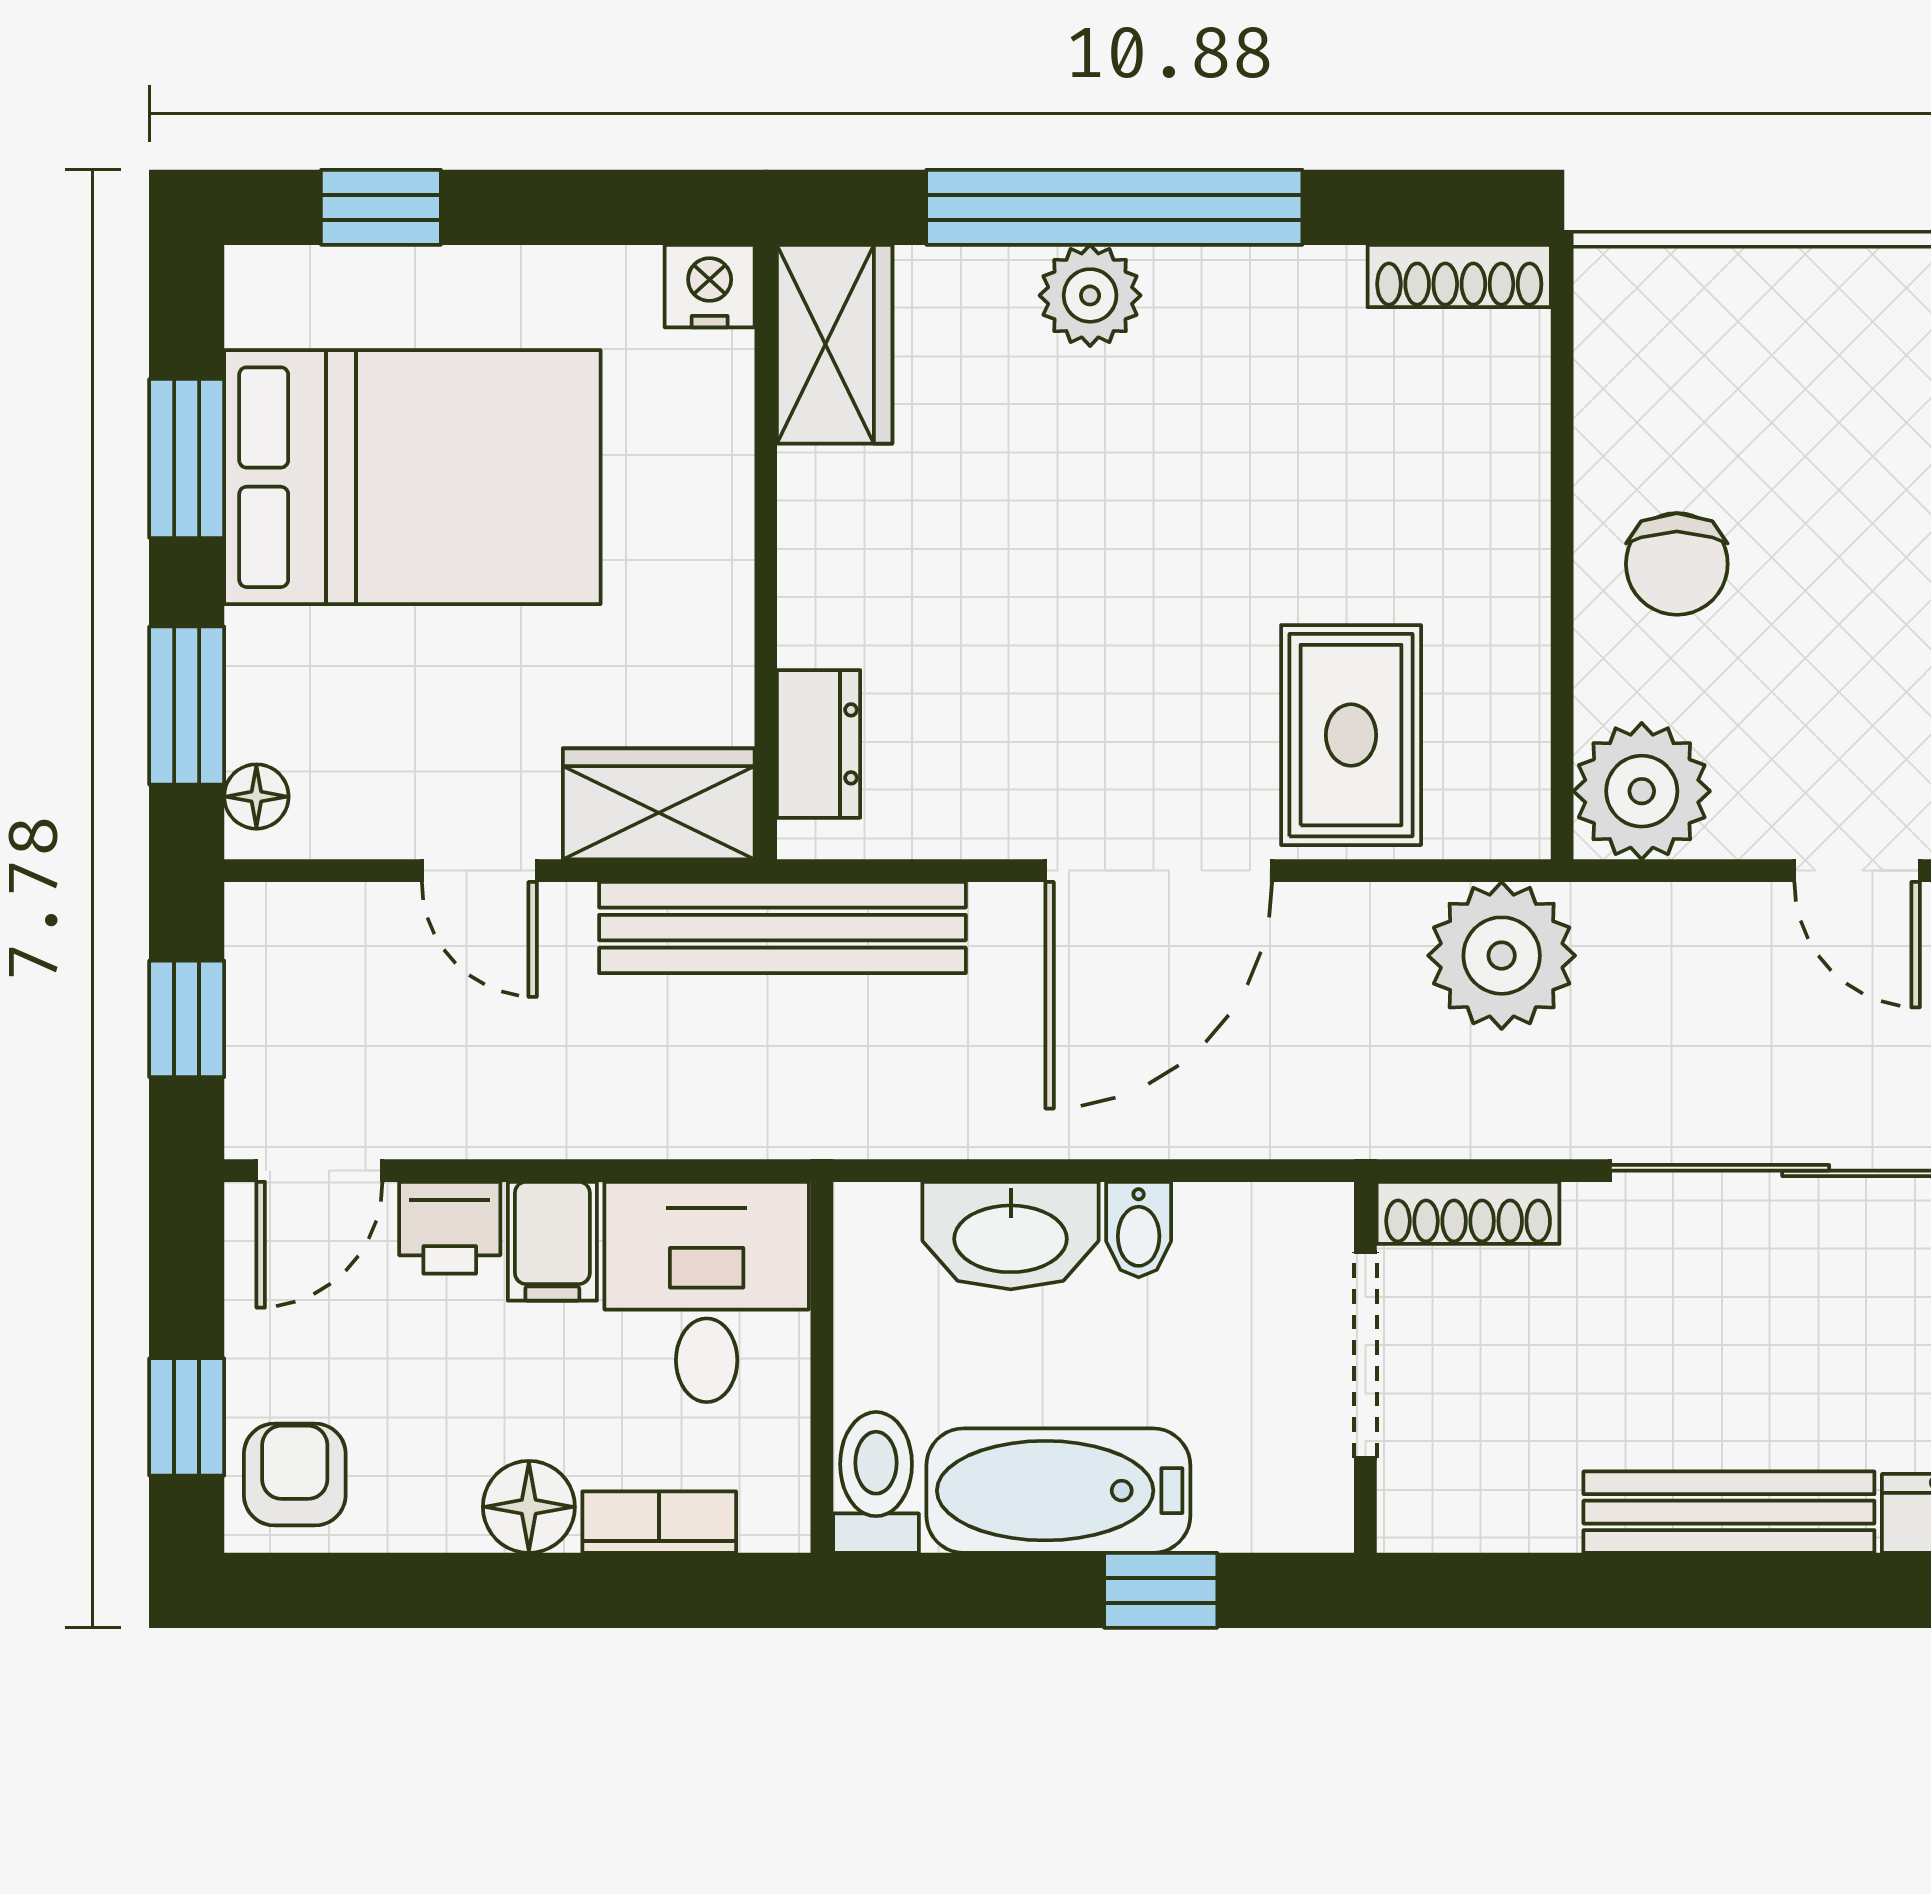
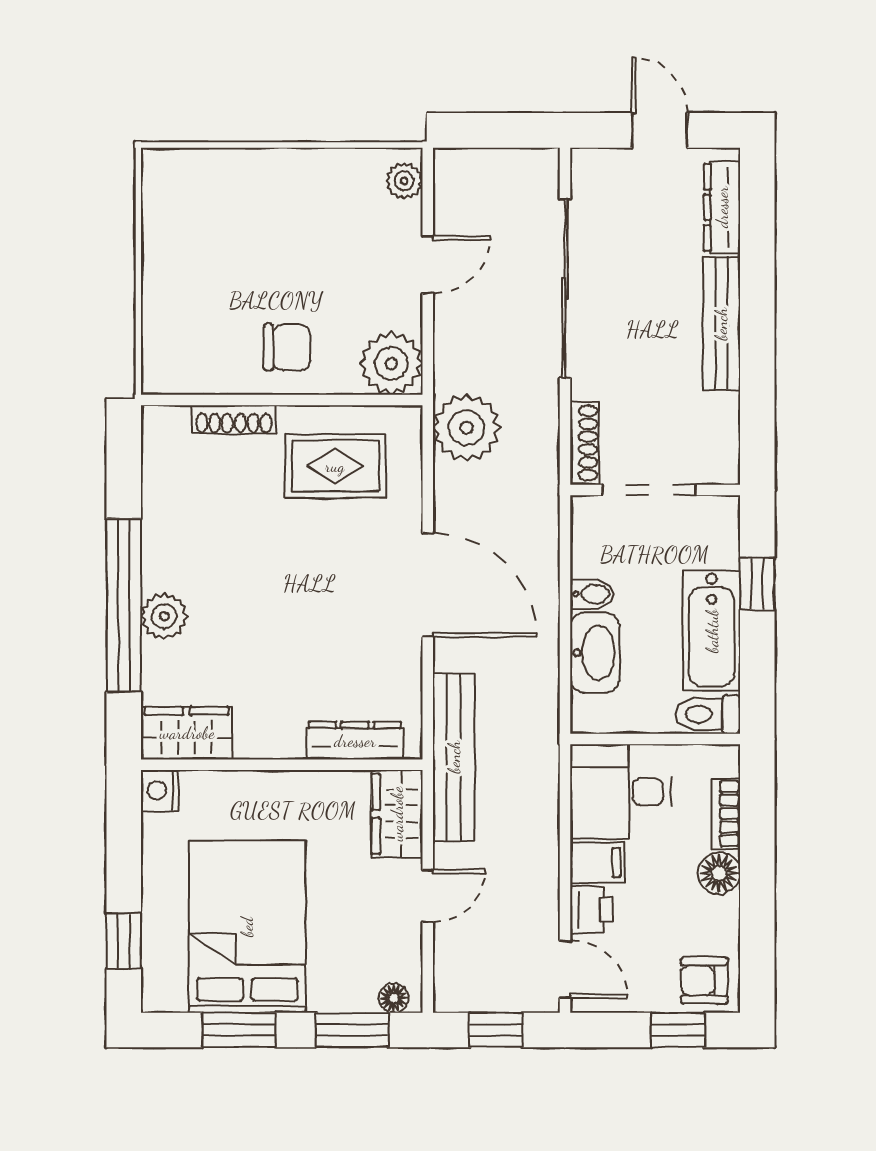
shoe rack: (1459, 276) -> (234, 419), moved, turned 90
rug: (1351, 735) -> (335, 466), moved
dresser: (819, 744) -> (355, 741), width x1.44

